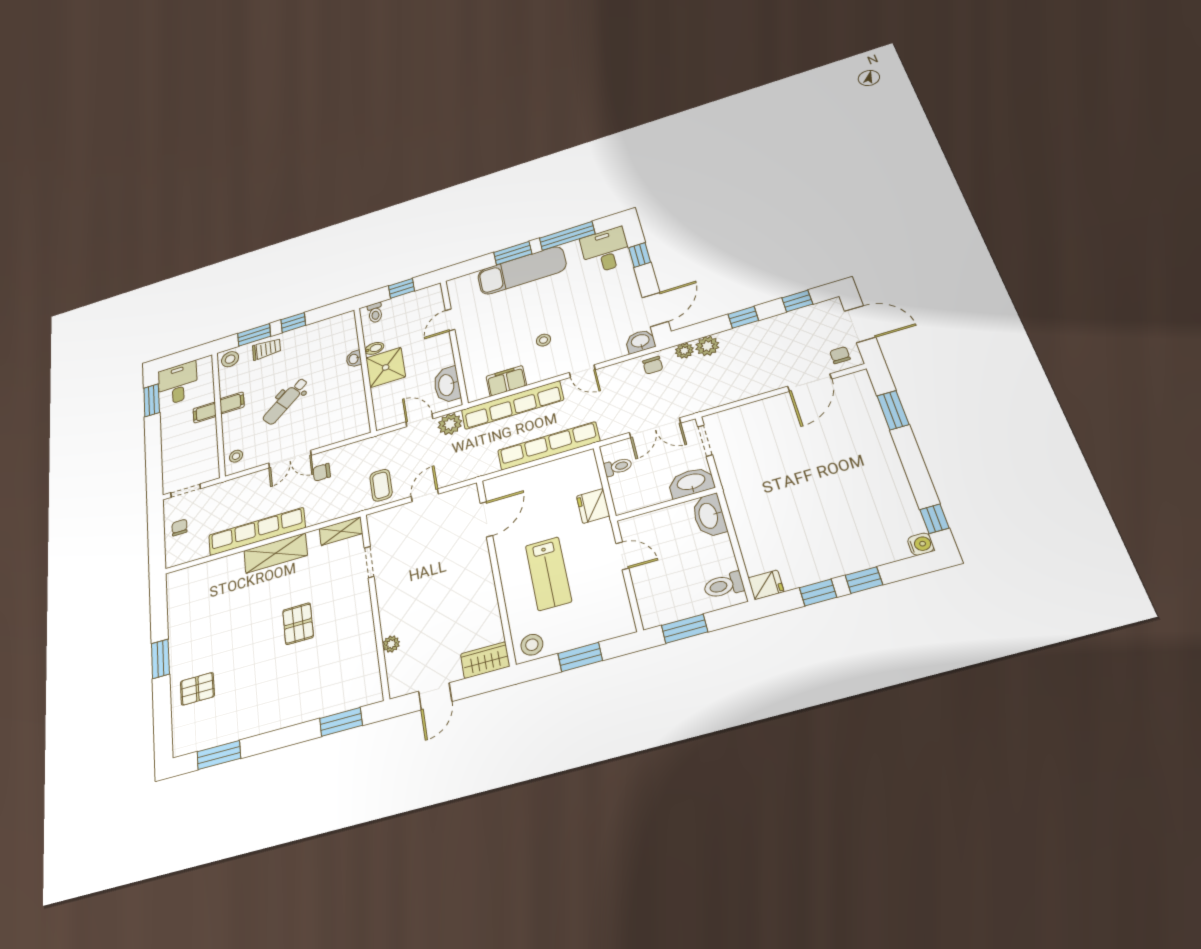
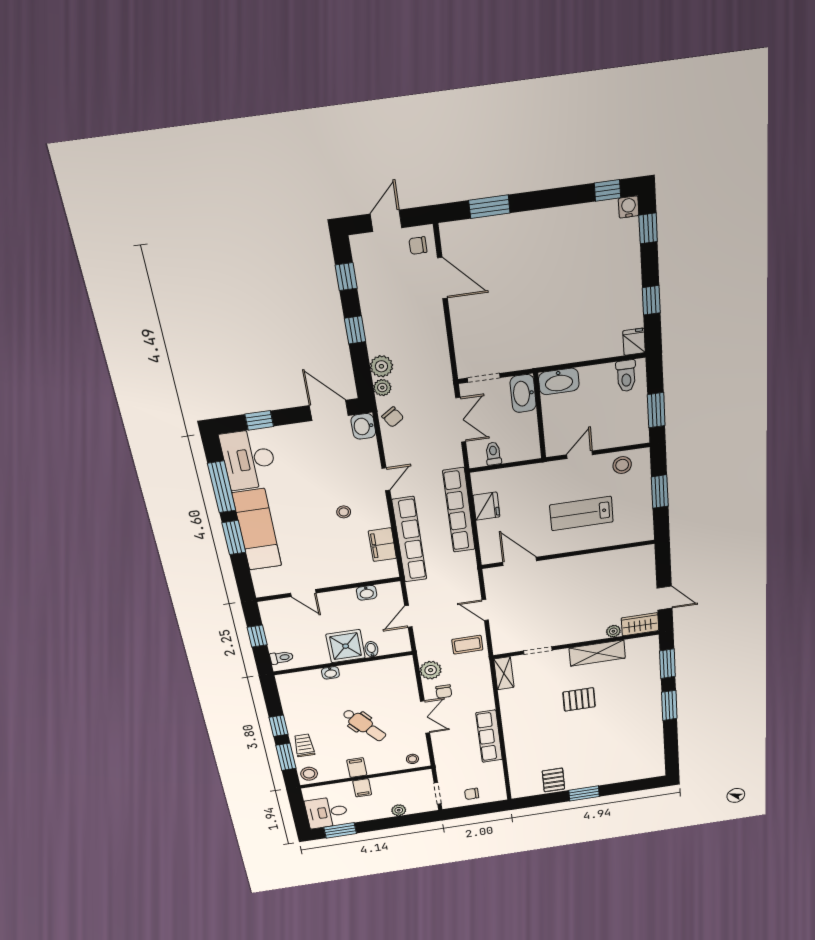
desk: (606, 250) -> (249, 460), width x1.37
door: (860, 324) -> (386, 221), width x0.73
bidet: (374, 348) -> (371, 649), moved
chair: (653, 365) -> (393, 417), turned 57
washbasin: (447, 385) -> (367, 593), width x0.52, depth x0.69
plant: (450, 424) -> (431, 670), moved
plant: (169, 454) -> (399, 810), added
fridge: (593, 506) -> (486, 506), moved, turned -90
row of seats: (257, 531) -> (489, 736), width x0.73
shelving: (276, 553) -> (597, 653), moved, turned 90
lab bench: (548, 573) -> (581, 513), turned 180
window: (864, 580) -> (648, 228), moved
stool: (532, 645) -> (622, 465), moved
wardrobe: (485, 660) -> (640, 624), moved, turned 90
pallet: (197, 689) -> (553, 780), moved
window: (219, 755) -> (669, 705), moved

